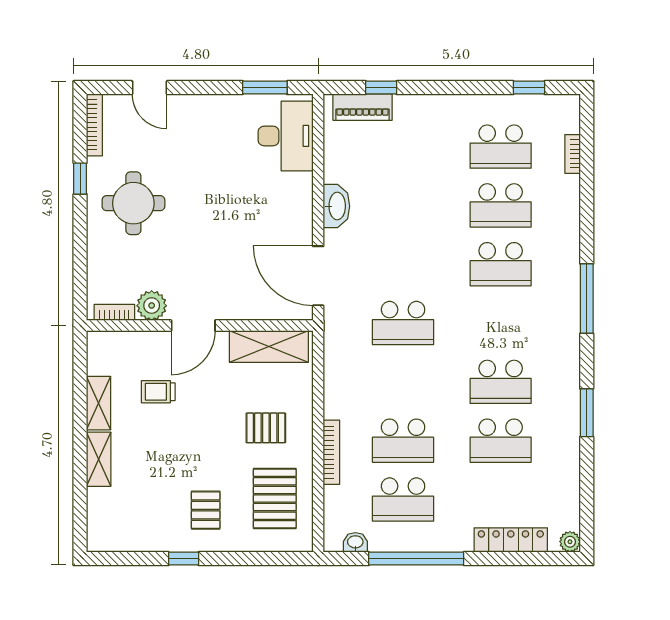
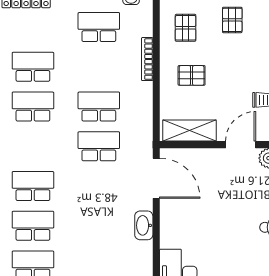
school desk: (403, 441) -> (99, 107), moved
pallet: (275, 498) -> (186, 28), width x0.67, depth x0.71

